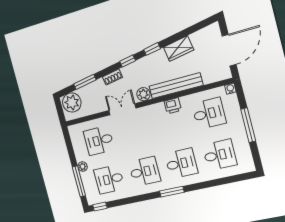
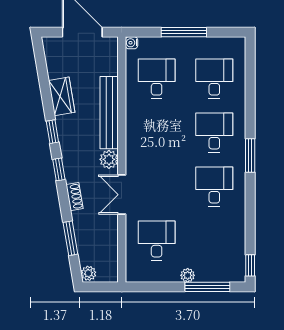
plant: (72, 103) -> (88, 273), width x0.53, depth x0.53
printer: (173, 106) -> (134, 124), removed
desk: (99, 141) -> (157, 240), turned 180
desk: (109, 179) -> (214, 240), removed

